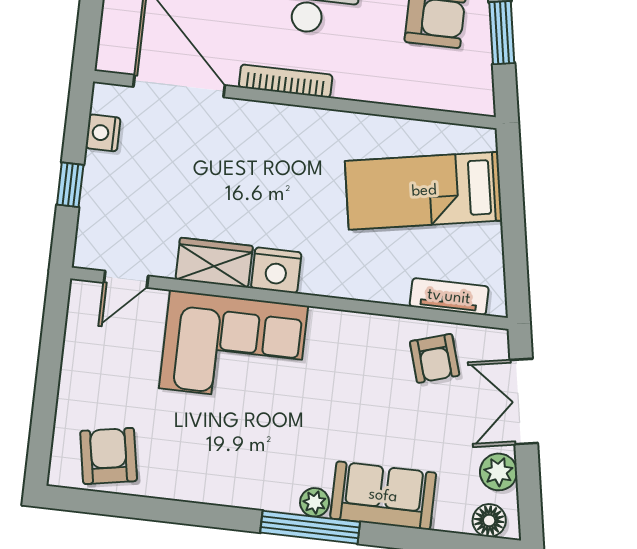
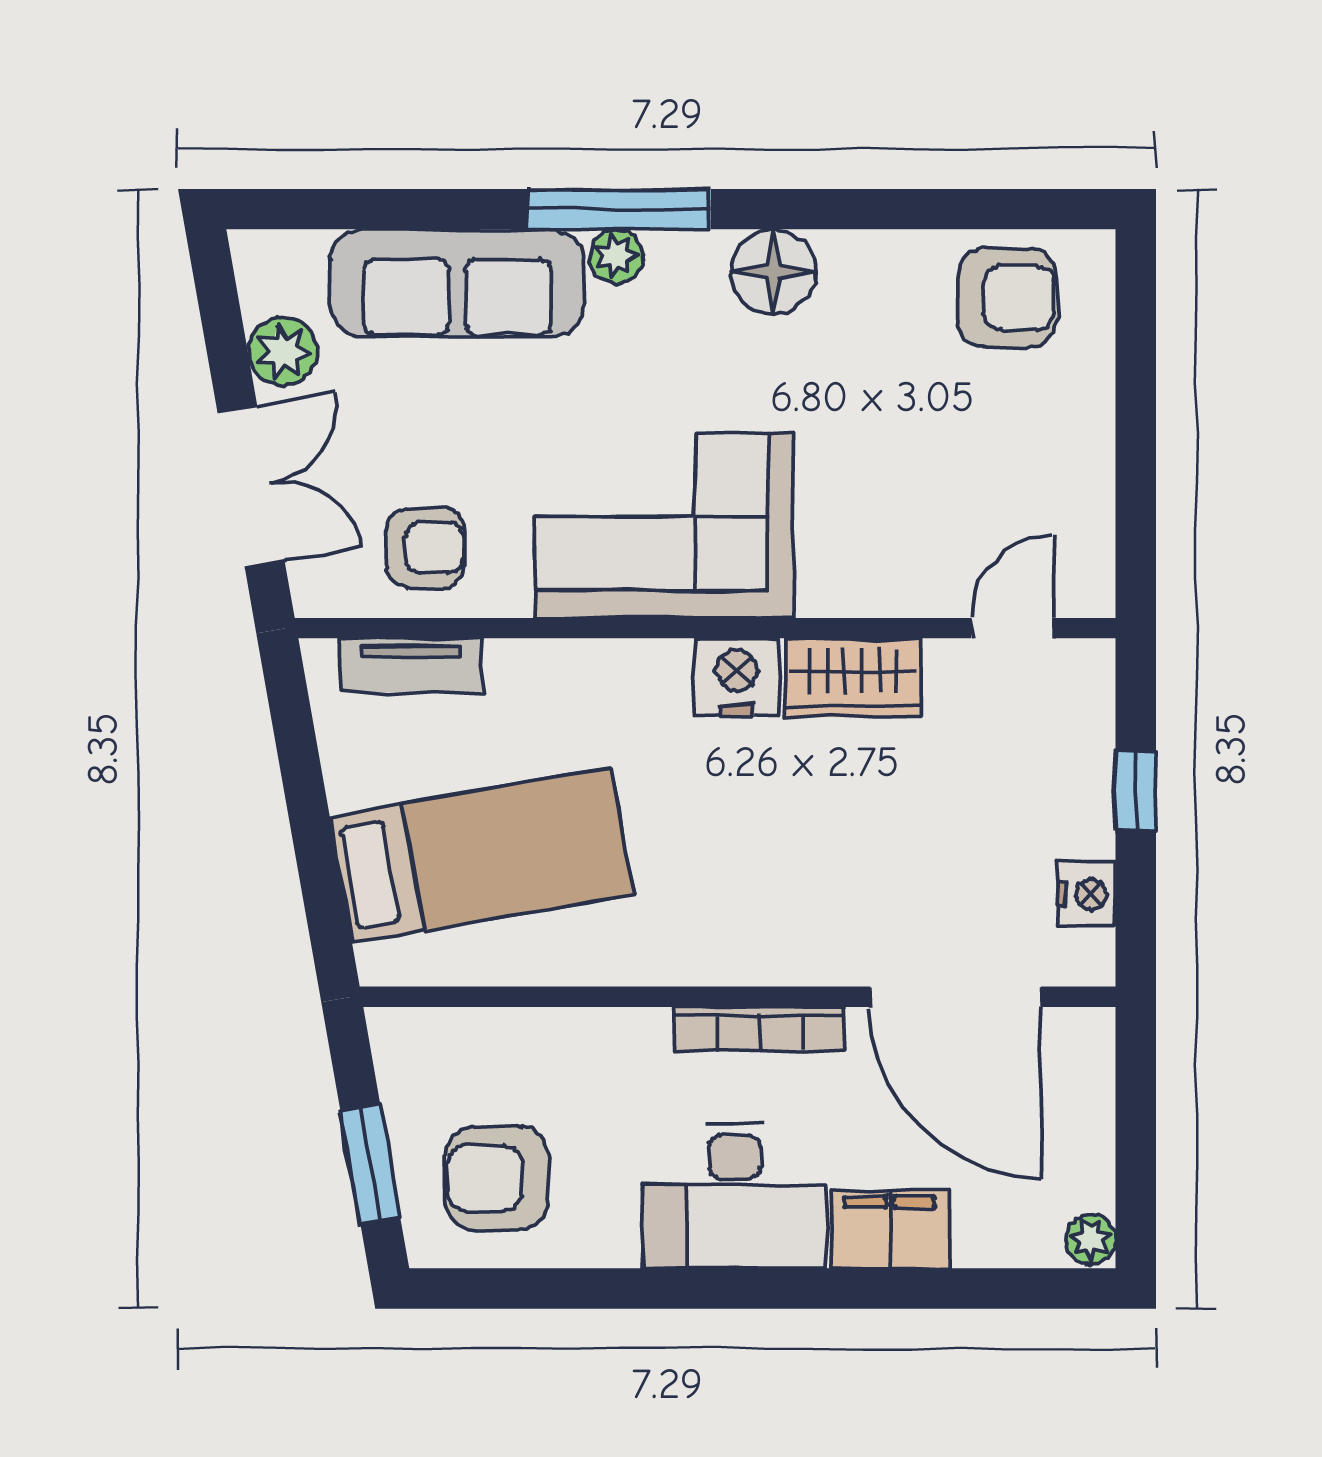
corner sofa: (233, 347) -> (665, 526), moved
armchair: (435, 358) -> (425, 548), turned 107
armchair: (109, 456) -> (1007, 298), turned -80
sofa: (383, 496) -> (457, 283), width x1.36
floor lamp: (489, 520) -> (773, 271), moved, width x1.38, depth x1.38

